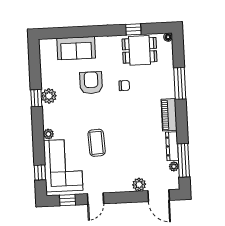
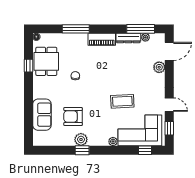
armchair: (91, 83) -> (73, 117), moved

